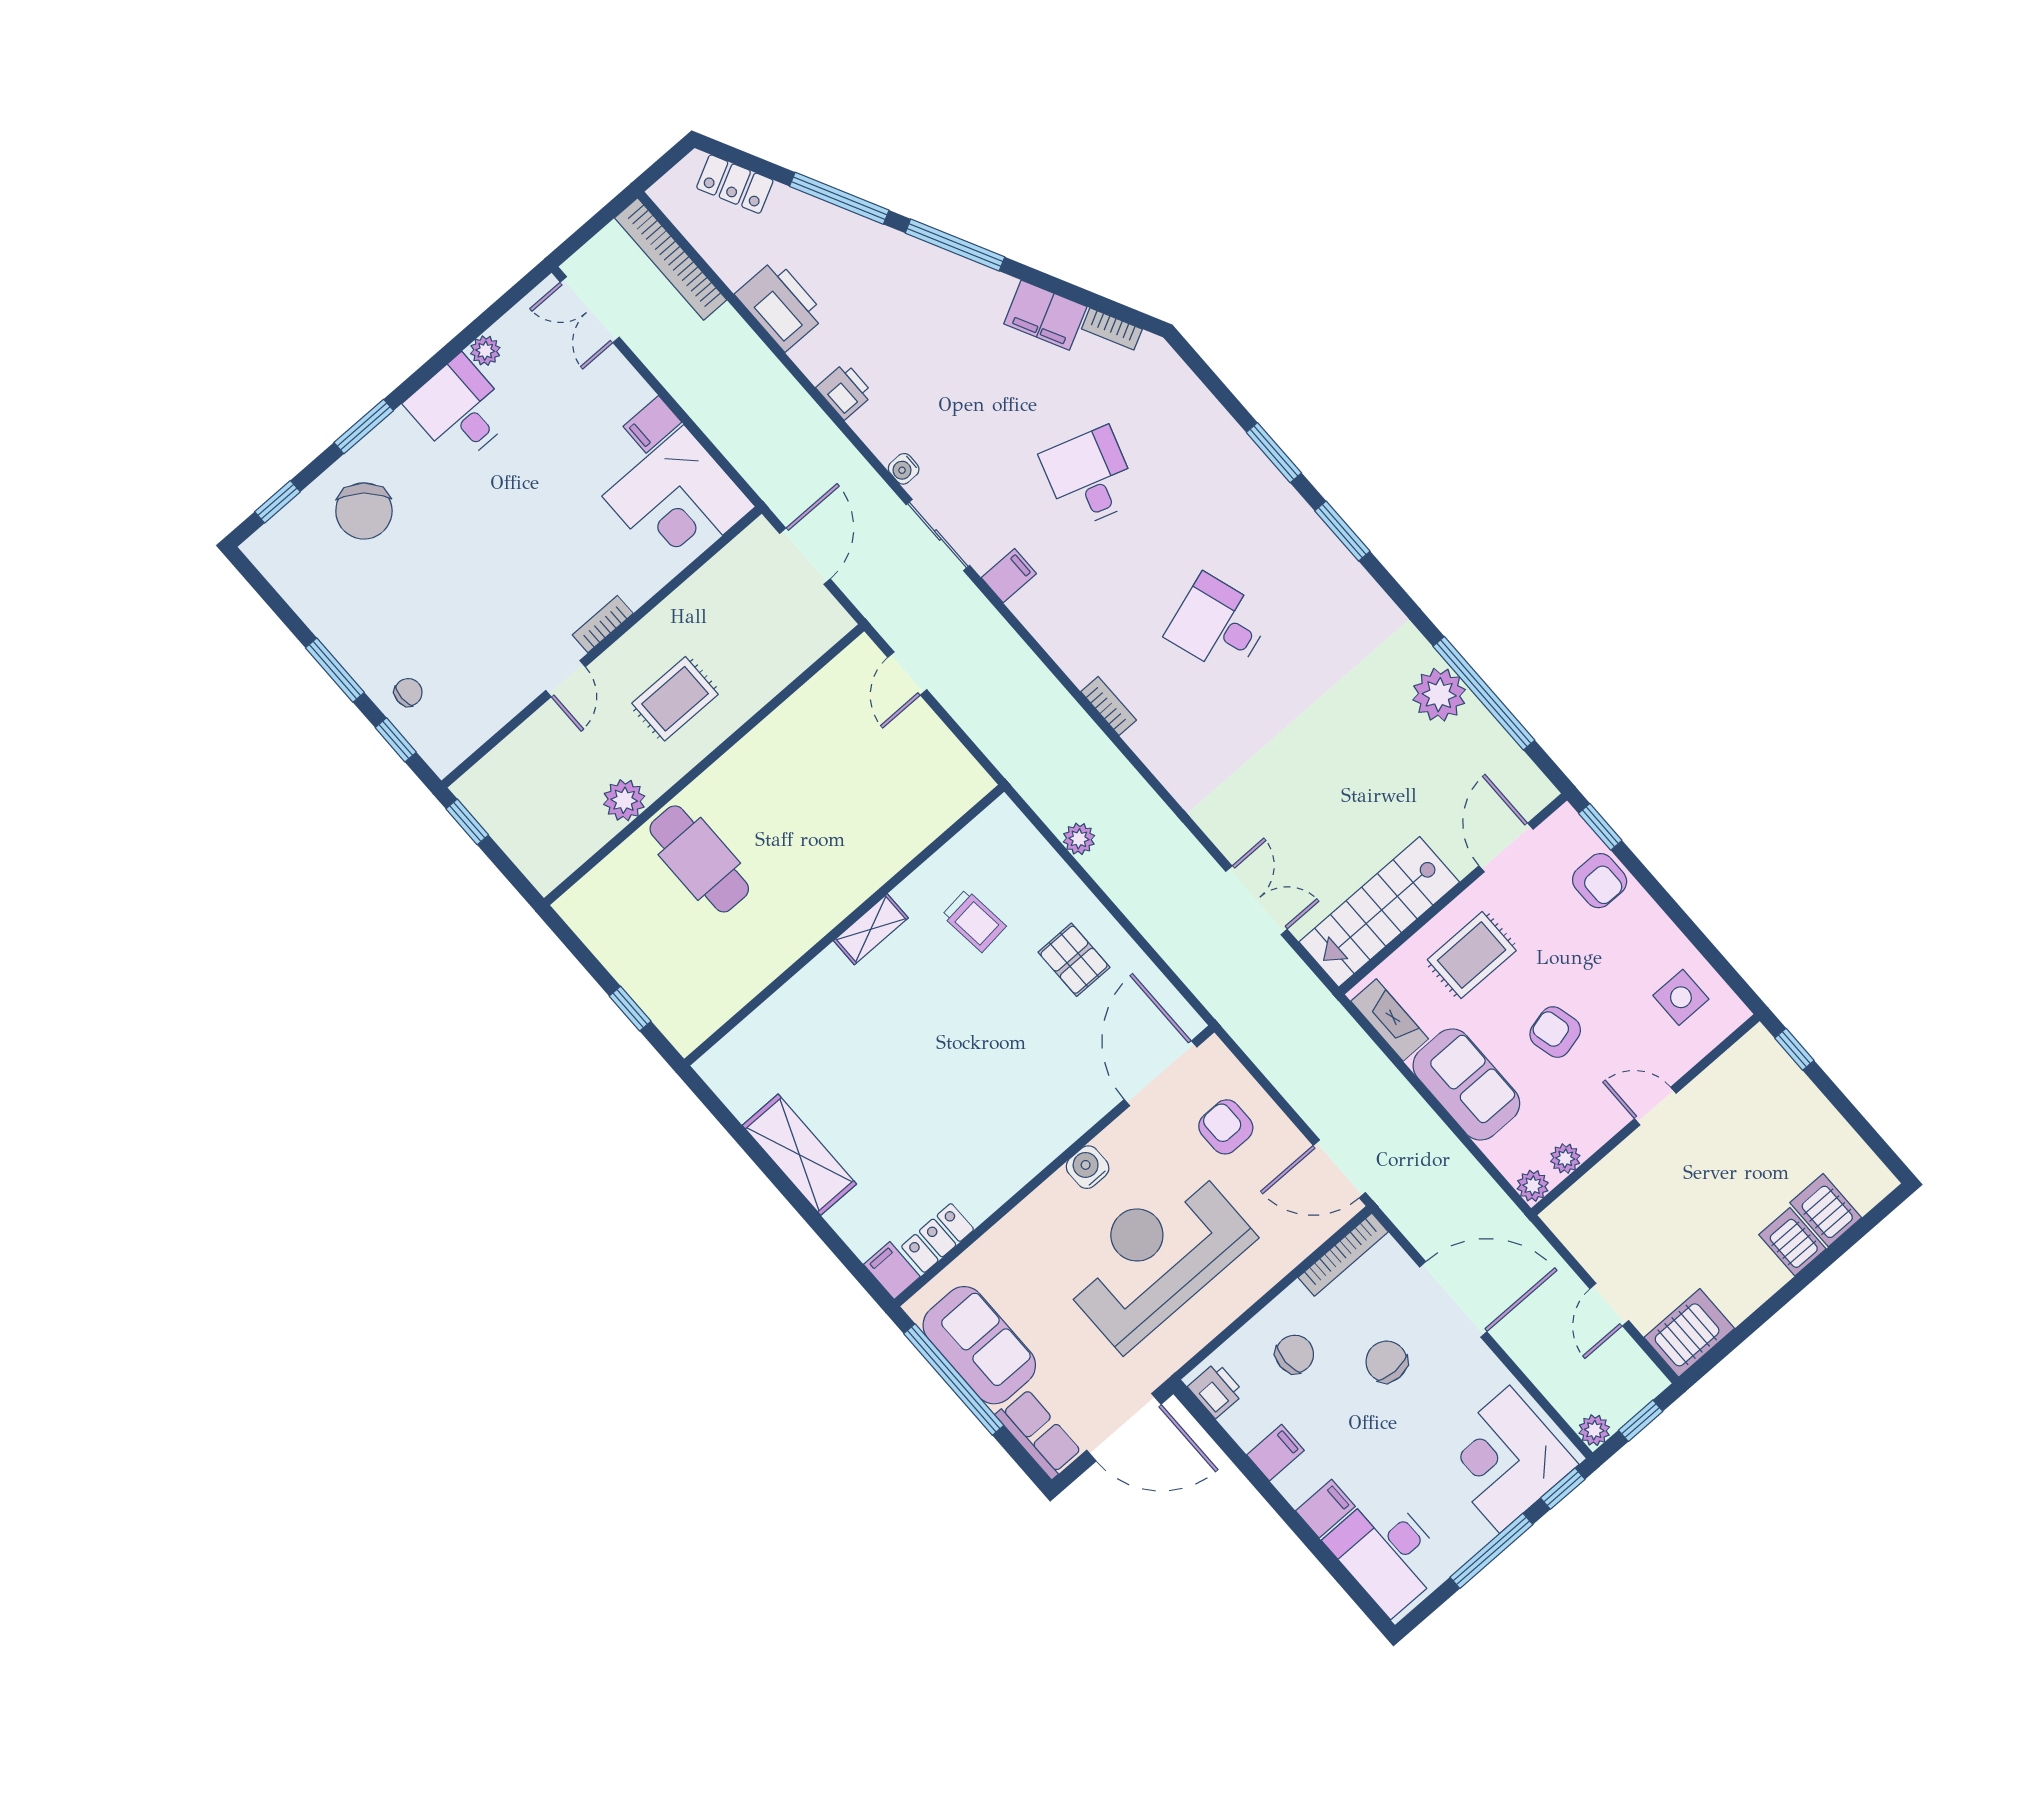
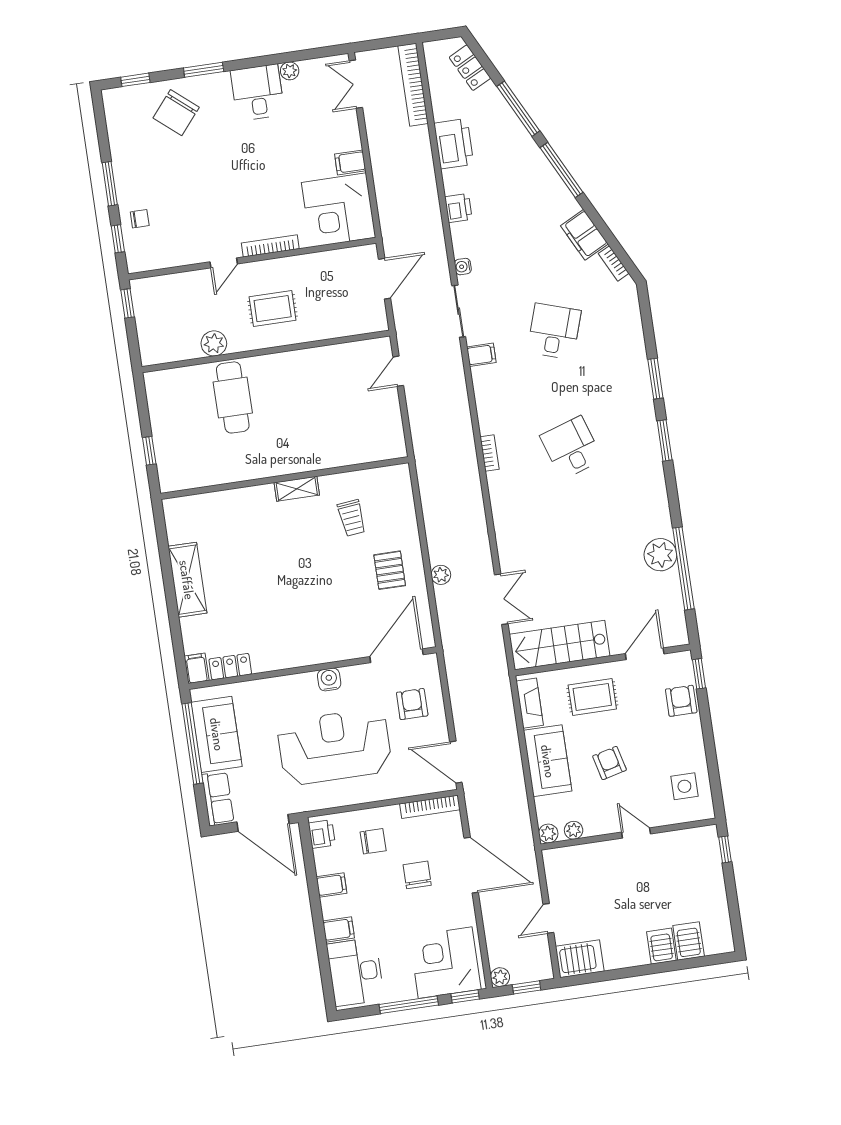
bookcase: (603, 624) -> (270, 246), width x1.56
plant: (1079, 839) -> (441, 575), moved
armchair: (1600, 881) -> (681, 701), turned 180

